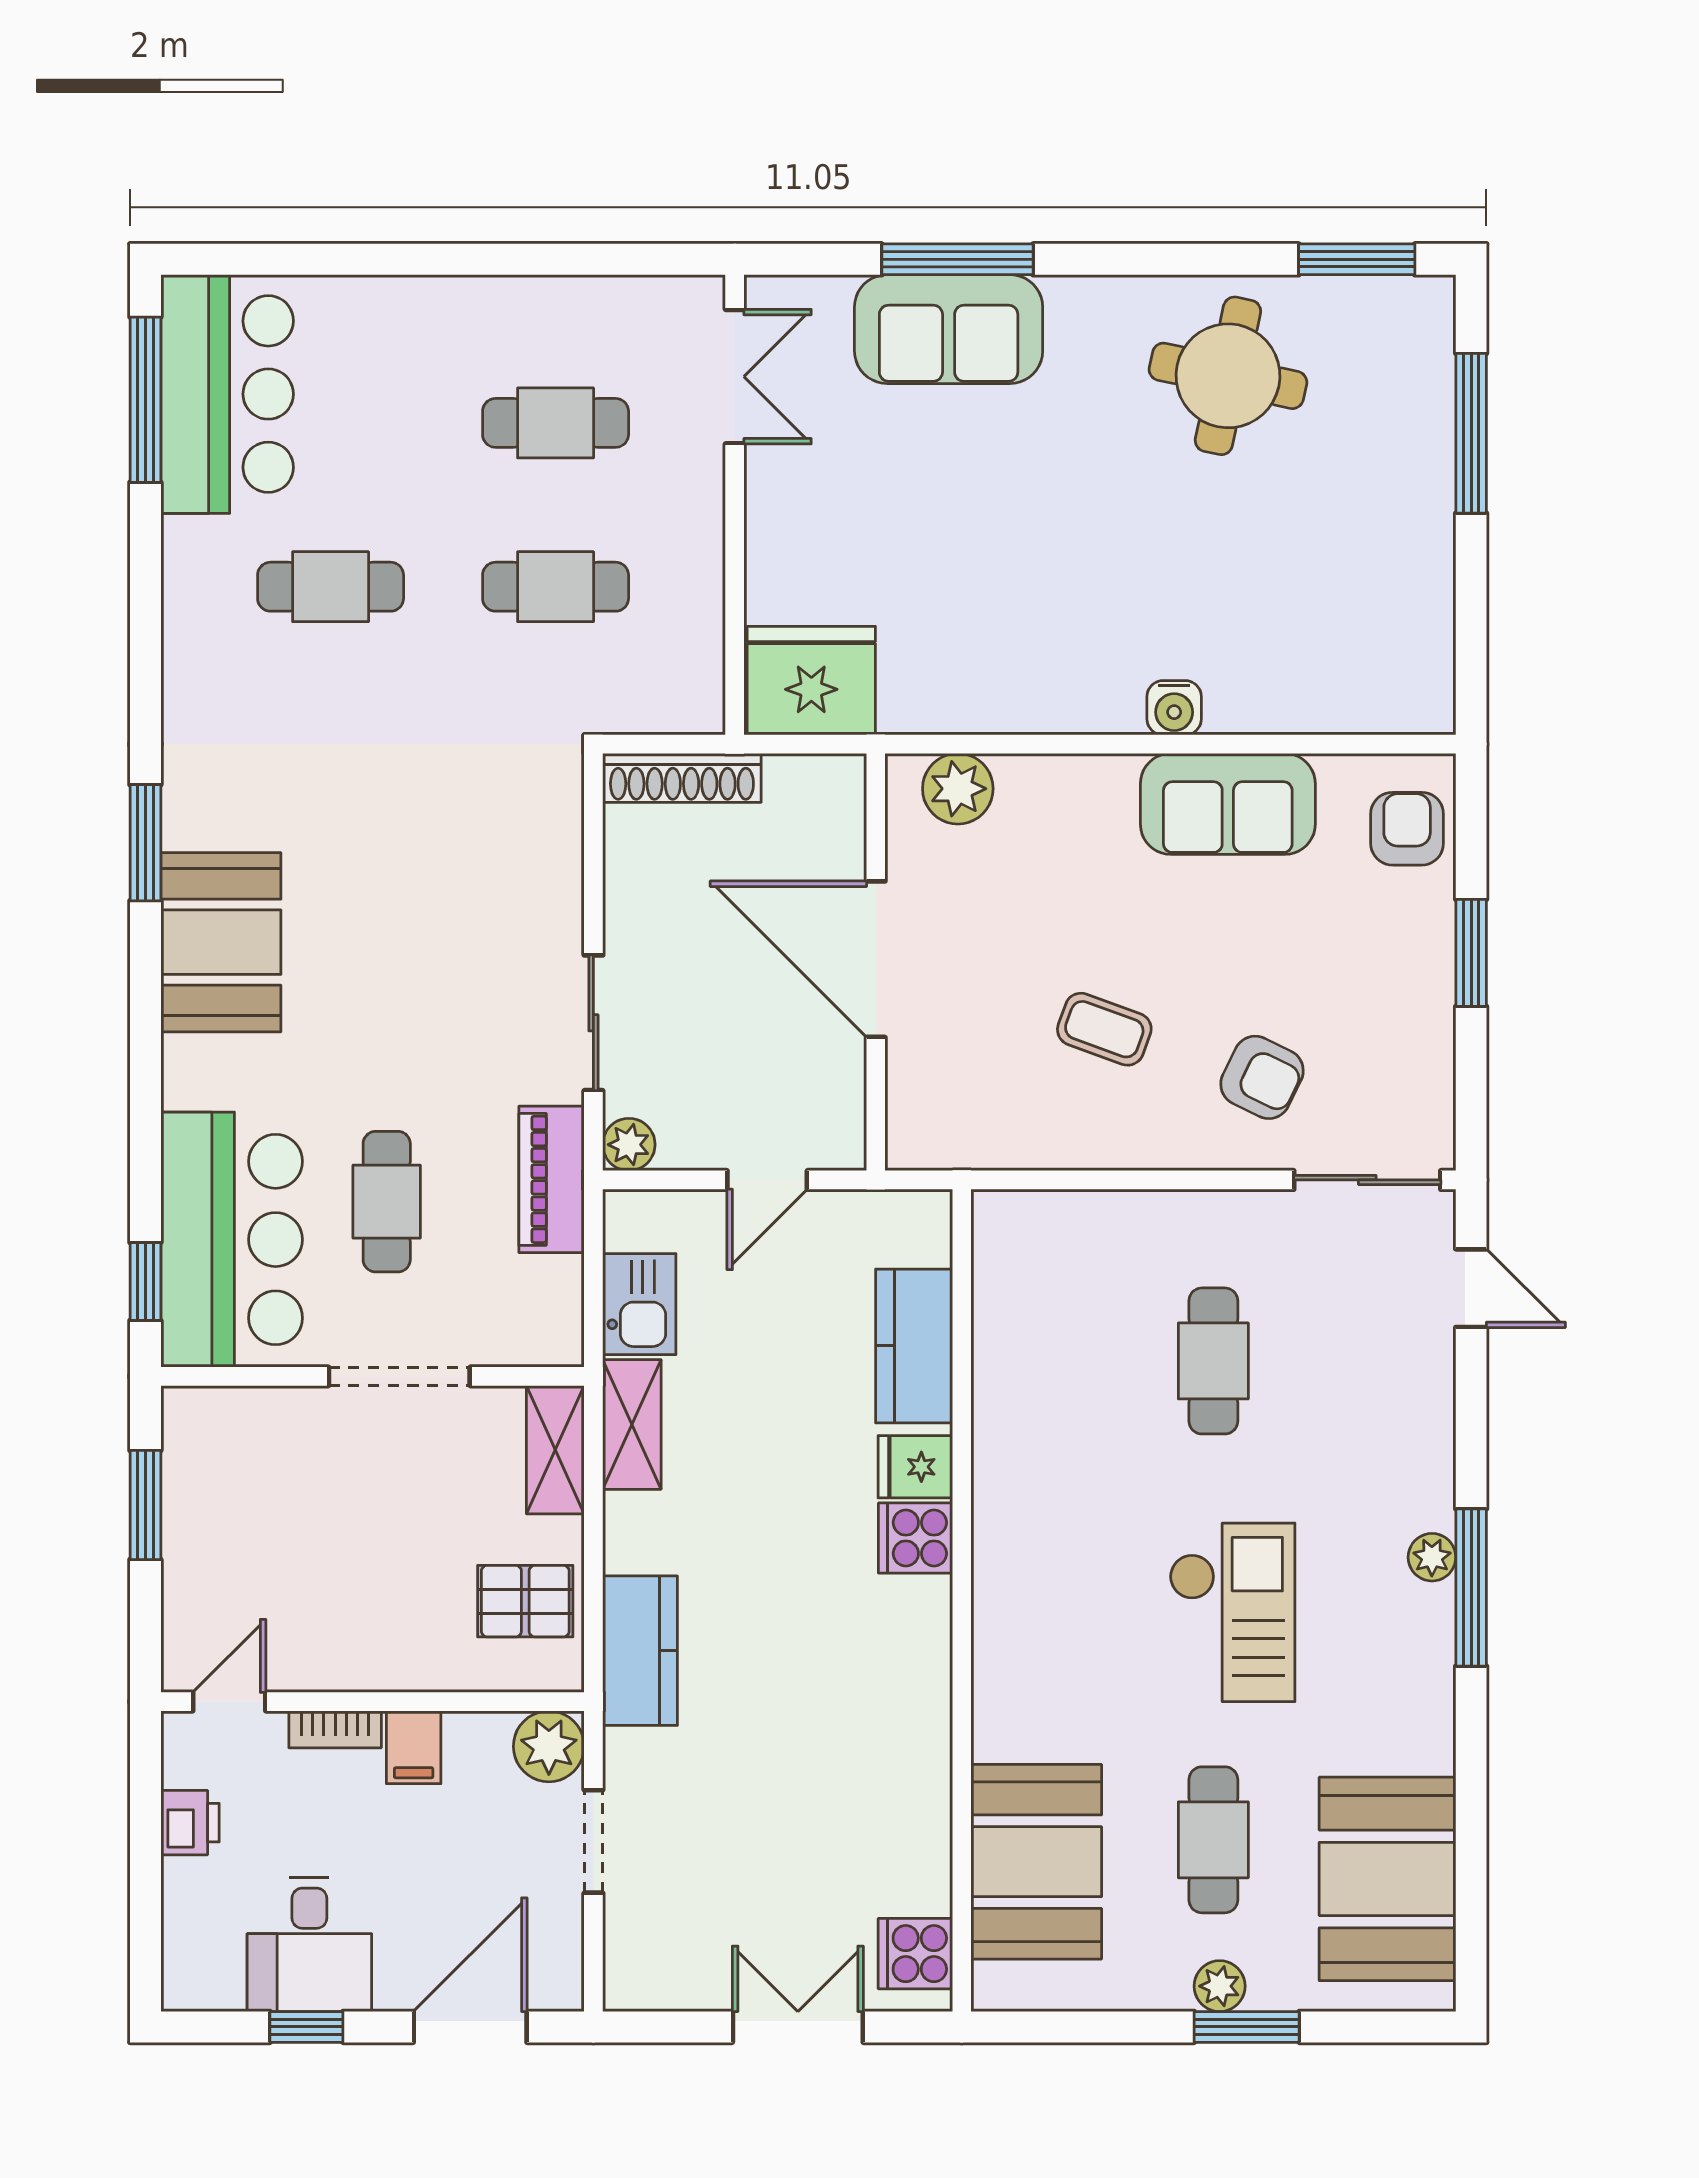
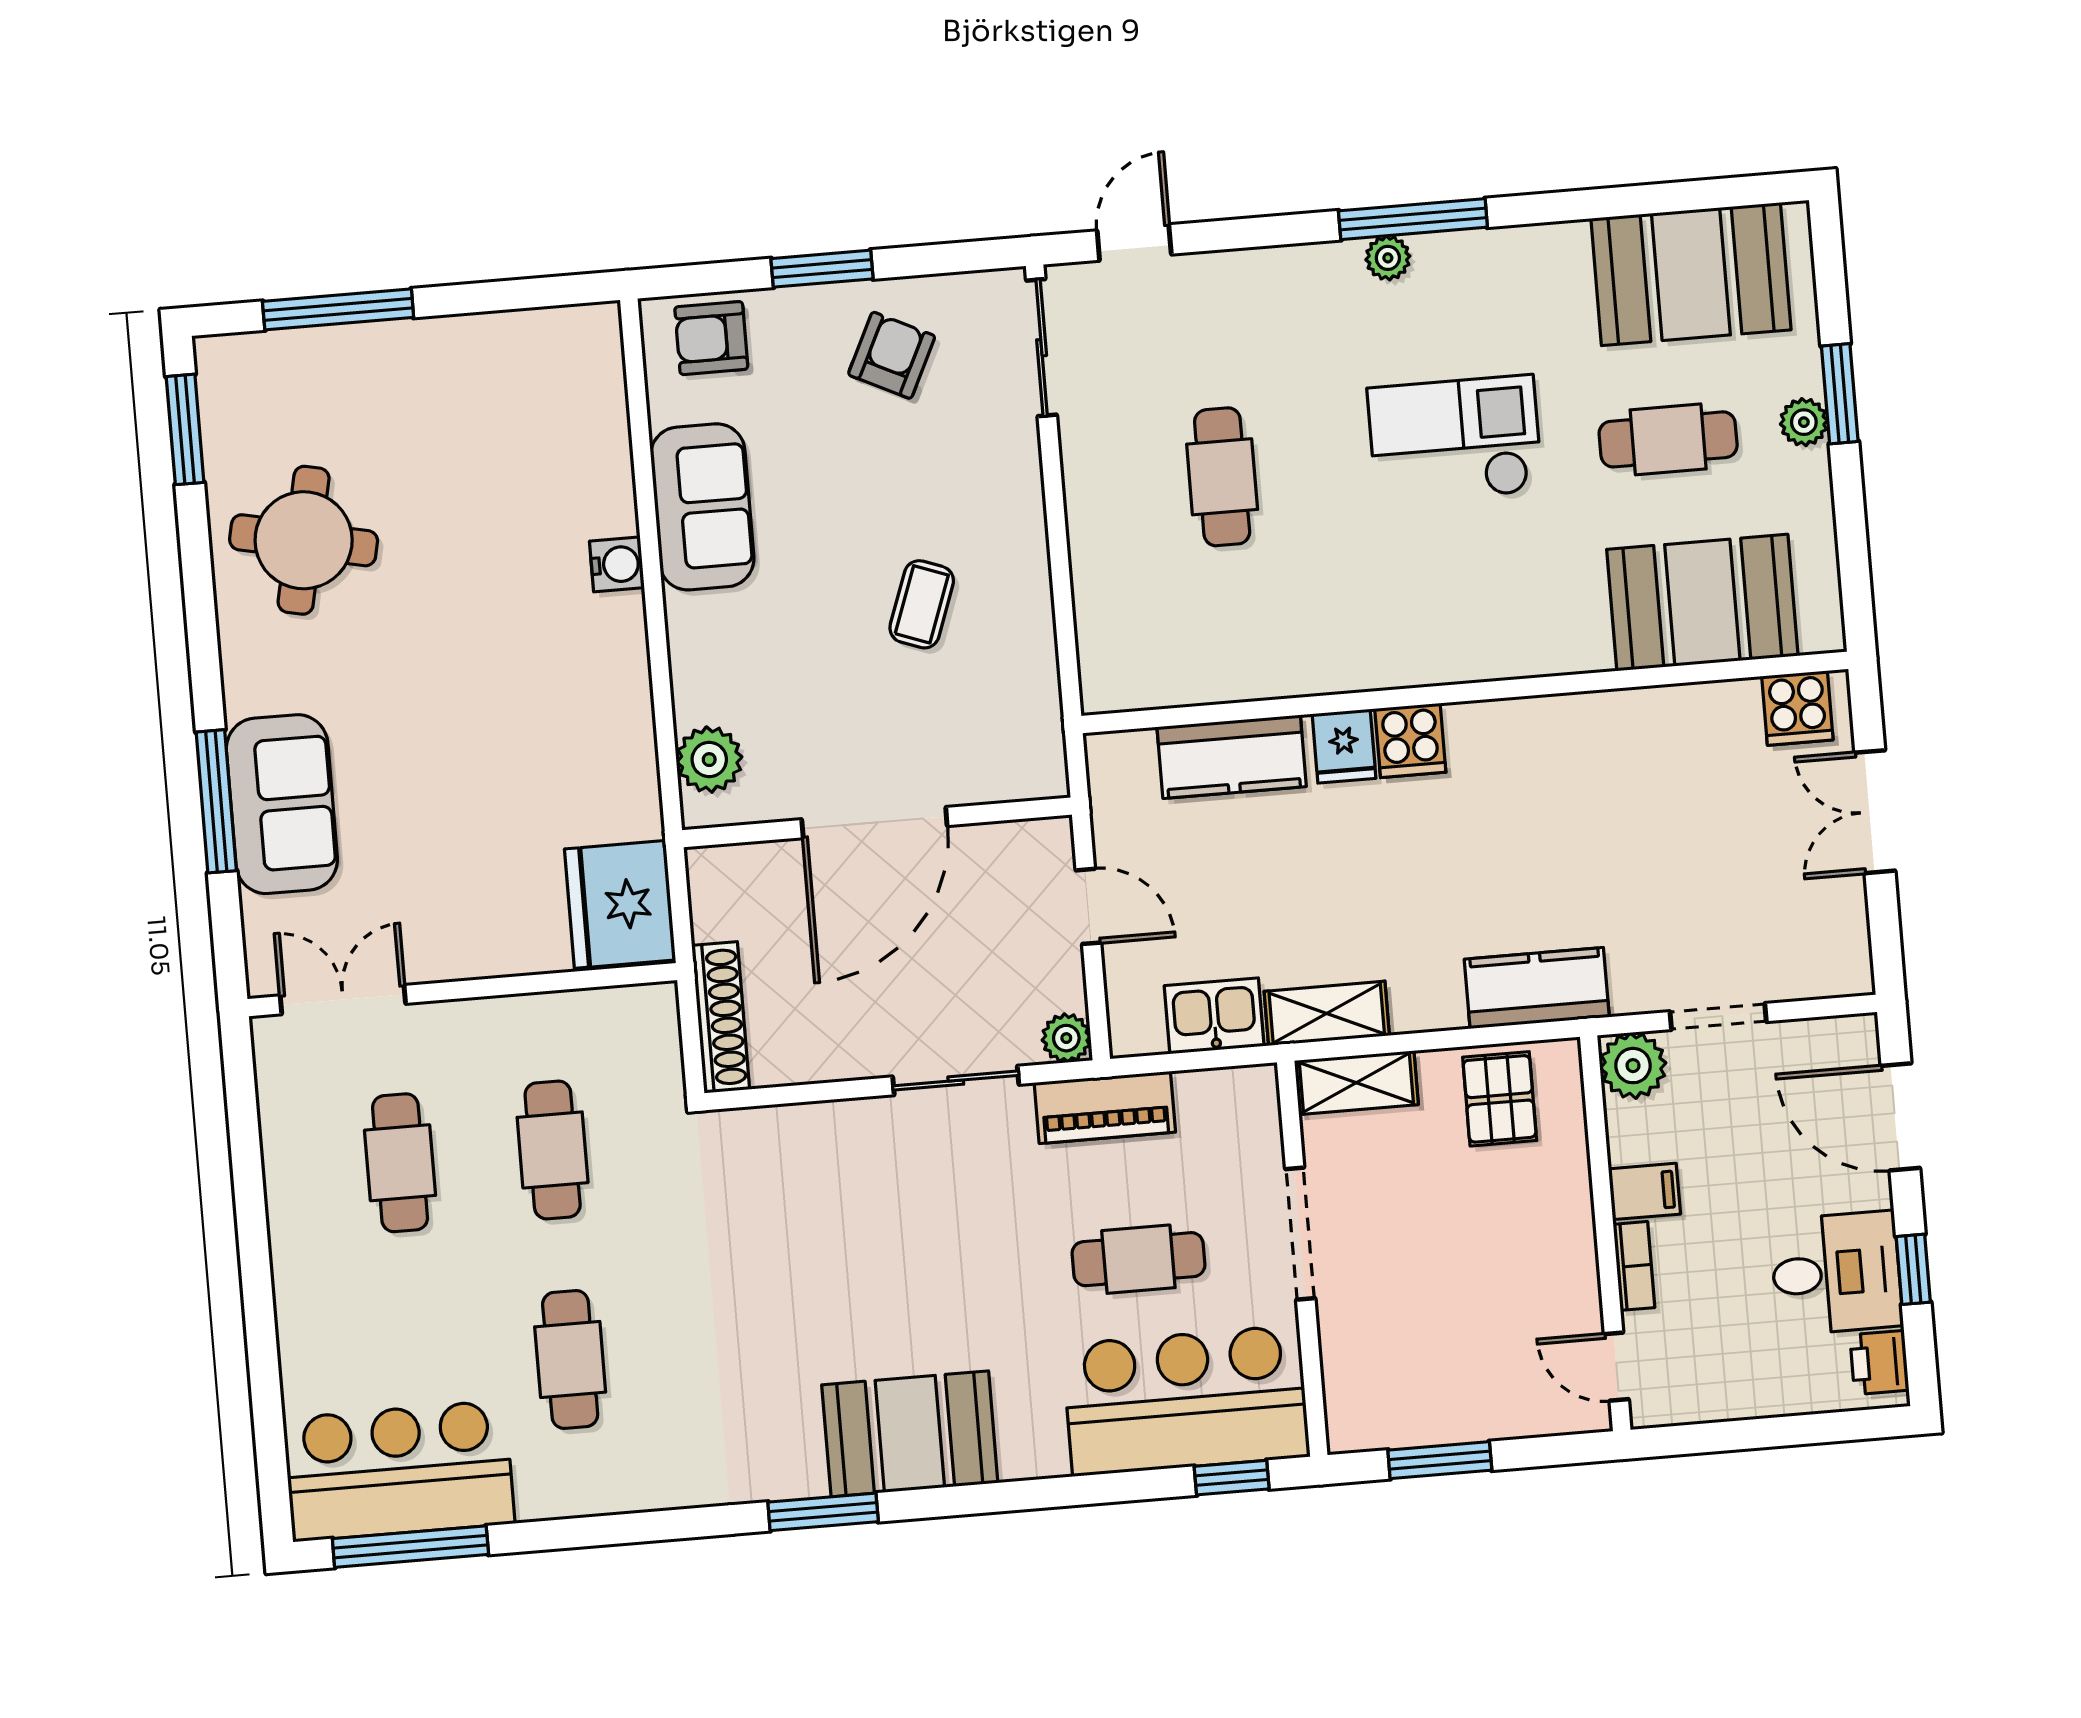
armchair: (1262, 1077) -> (892, 355), moved
cafe table: (1213, 1361) -> (1222, 477), turned 90
printer: (190, 1823) -> (1879, 1363), moved, turned -90

